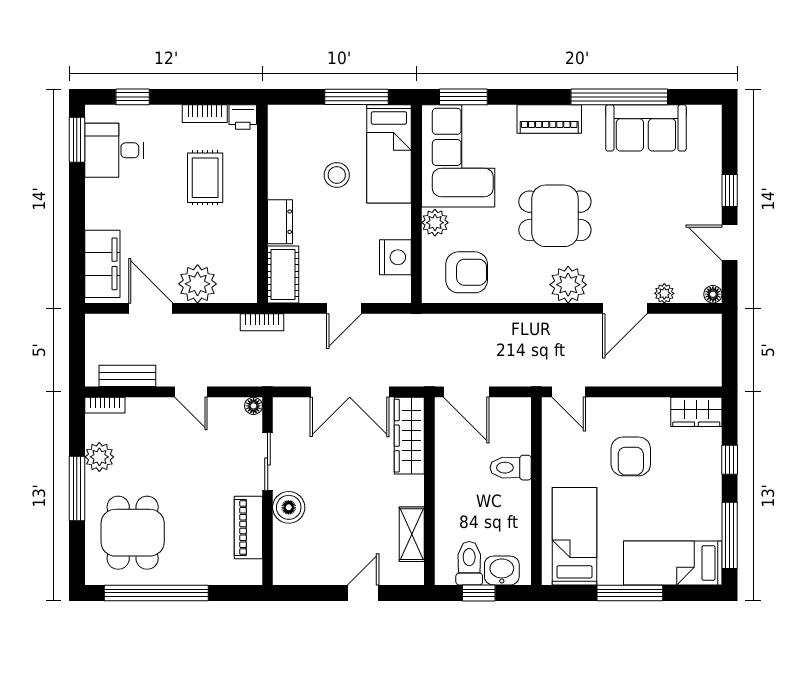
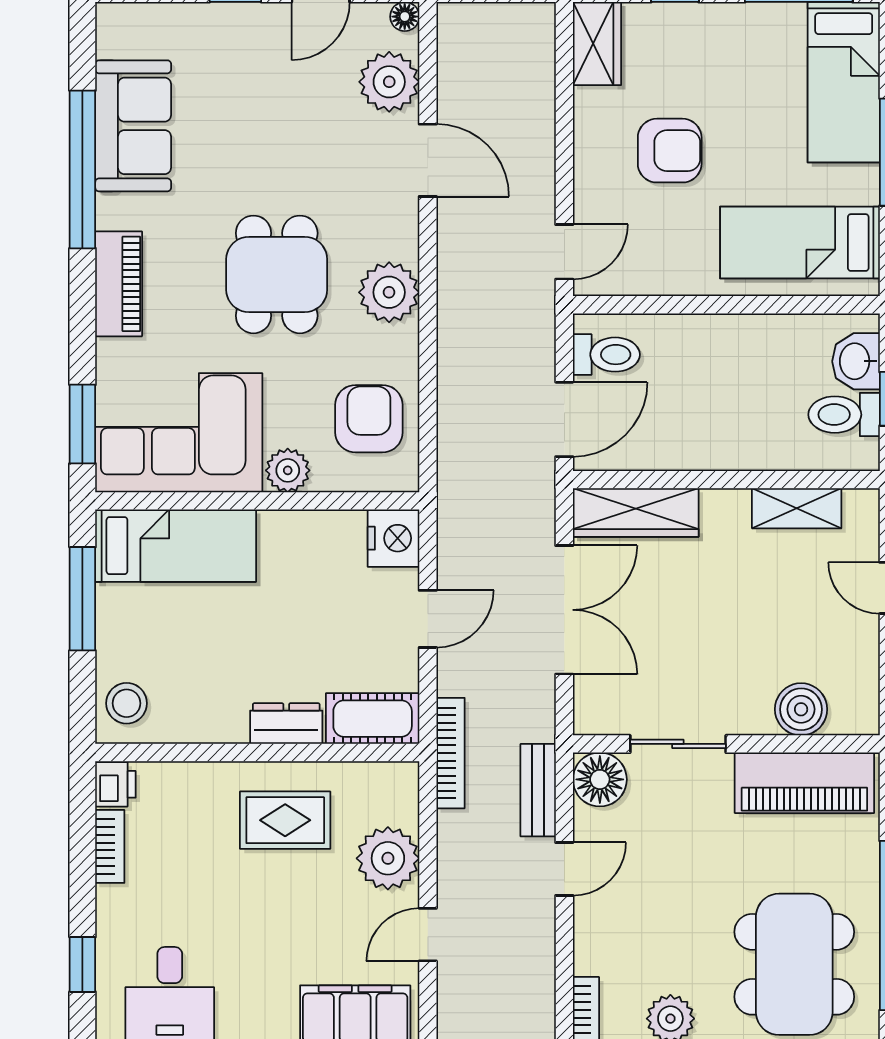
stool: (337, 175) -> (127, 703), moved
rug: (205, 178) -> (285, 820), moved
nightstand: (395, 257) -> (393, 538), moved, turned 90
plant: (568, 285) -> (389, 292), moved
plant: (664, 293) -> (389, 82), width x1.87, depth x1.87
door: (151, 308) -> (428, 935), width x0.73
door: (344, 308) -> (428, 619), hinge flipped
bookcase: (262, 322) -> (450, 753), width x1.56
bench: (127, 376) -> (538, 790), moved
floor lamp: (254, 406) -> (600, 779), width x1.89, depth x1.89
toilet: (511, 468) -> (606, 355), moved, turned -90
boiler: (289, 507) -> (801, 709), moved
piano: (248, 527) -> (804, 783), width x1.37, depth x1.33
dining table: (133, 533) -> (794, 964), width x1.38

